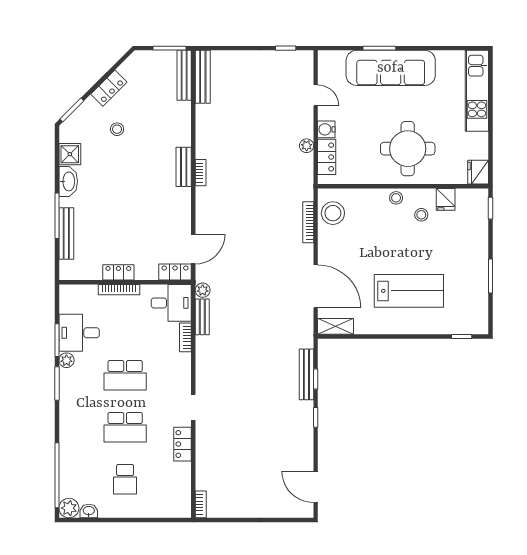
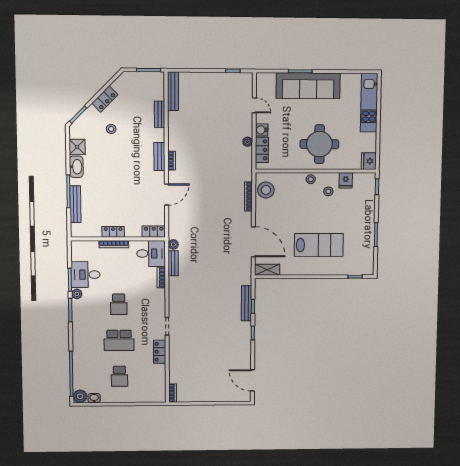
bench: (184, 75) -> (160, 114), moved, width x0.73
door: (193, 249) -> (167, 195), moved
school desk: (125, 375) -> (119, 304), width x0.54

